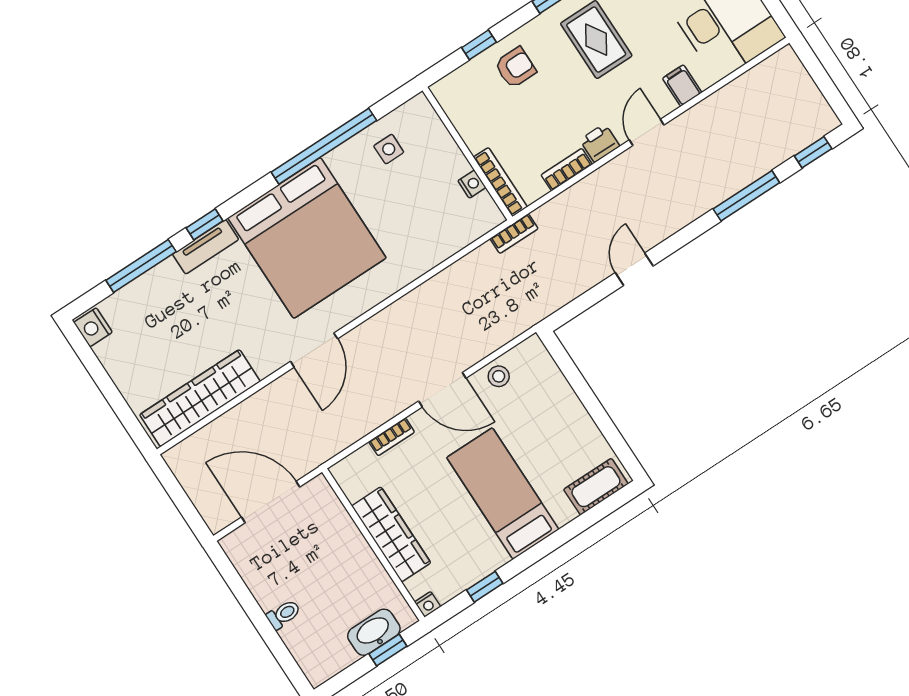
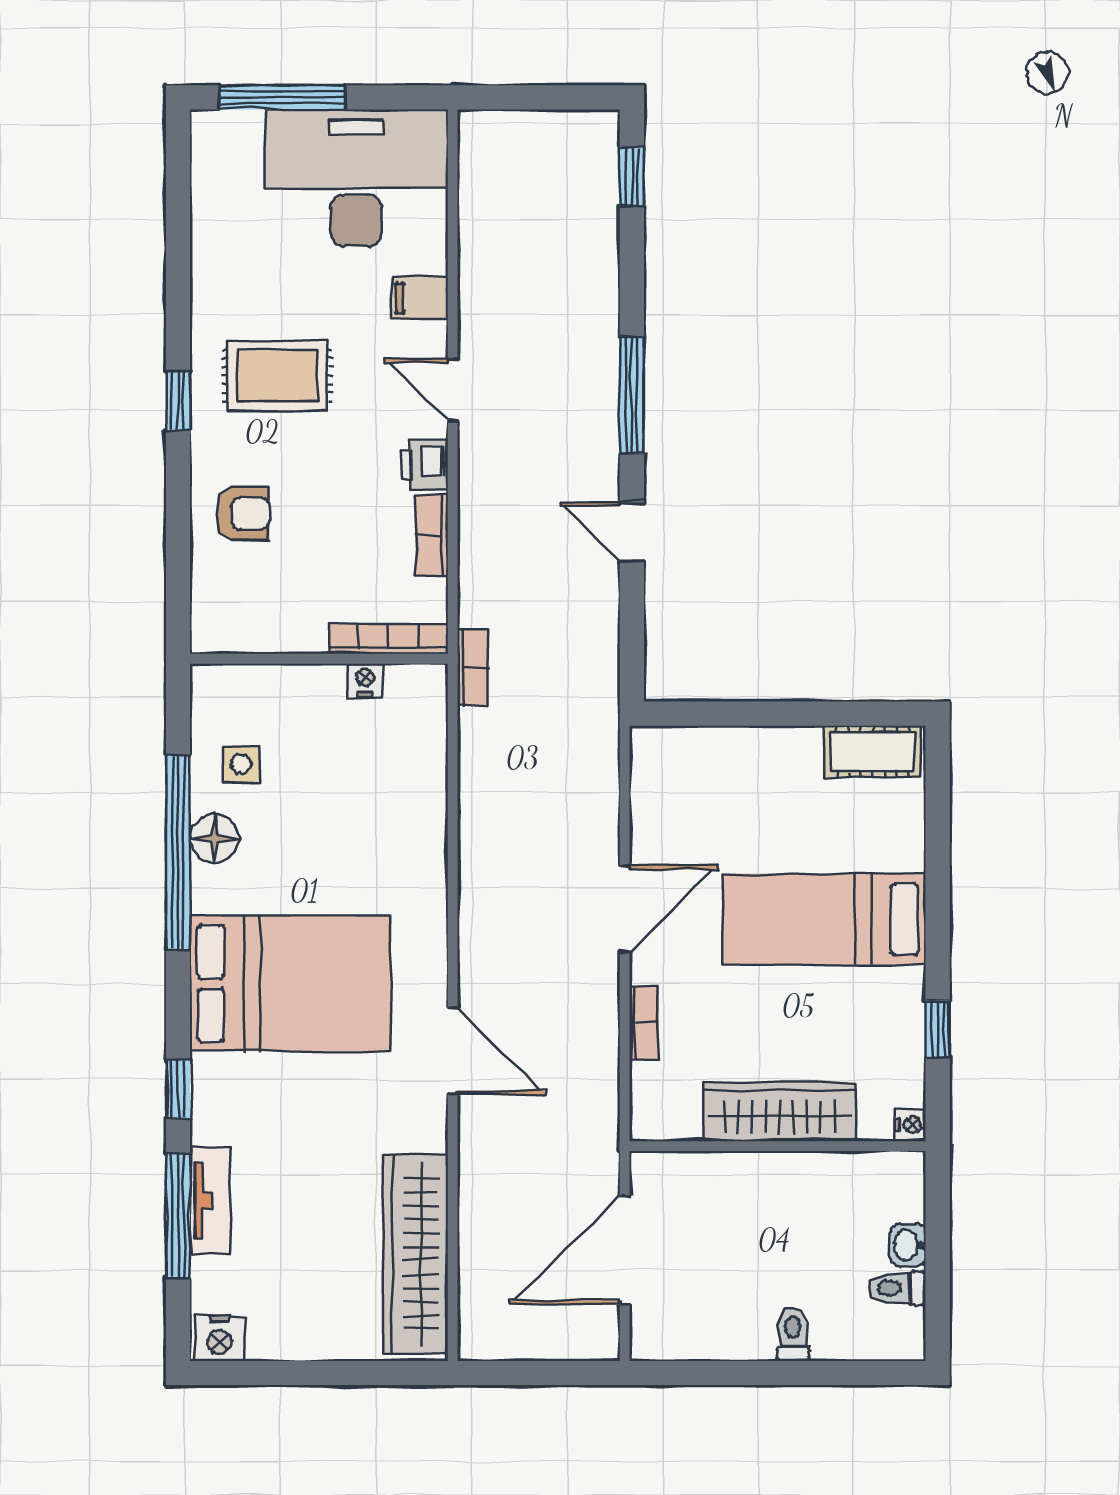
window: (479, 45) -> (178, 544), removed
armchair: (515, 68) -> (243, 514), turned 90
floor lamp: (343, 160) -> (214, 838), added
window: (746, 196) -> (632, 395), moved
bed: (307, 238) -> (290, 984), width x0.73
tv unit: (206, 247) -> (210, 1201), moved
stool: (499, 376) -> (657, 818), removed
cot: (596, 487) -> (873, 752), moved, turned 90
washbasin: (374, 632) -> (908, 1245), width x0.52, depth x0.69
window: (388, 650) -> (938, 1222), removed
toilet: (341, 652) -> (897, 1288), added

